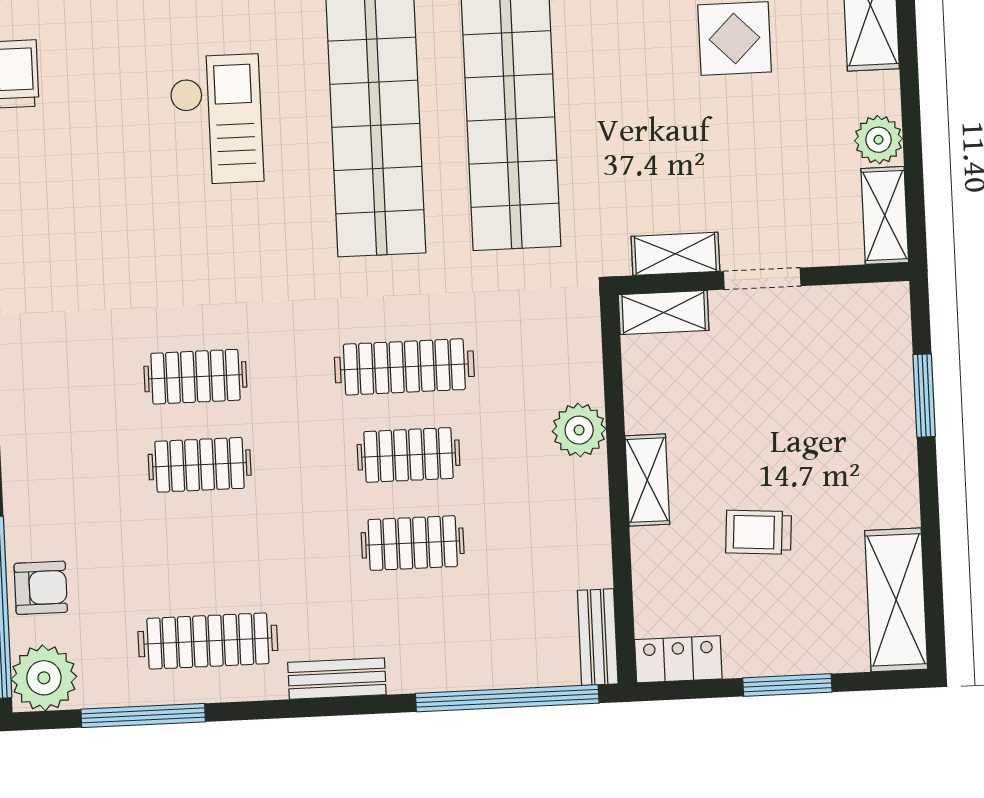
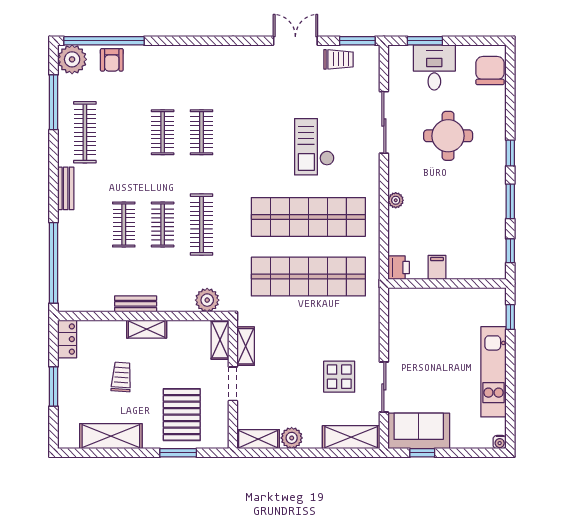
checkout: (216, 119) -> (314, 147), turned 90
pallet: (837, 391) -> (182, 415), added
plant: (579, 430) -> (207, 300), moved
shelving: (896, 600) -> (111, 436), moved
bench: (598, 637) -> (136, 304), moved

